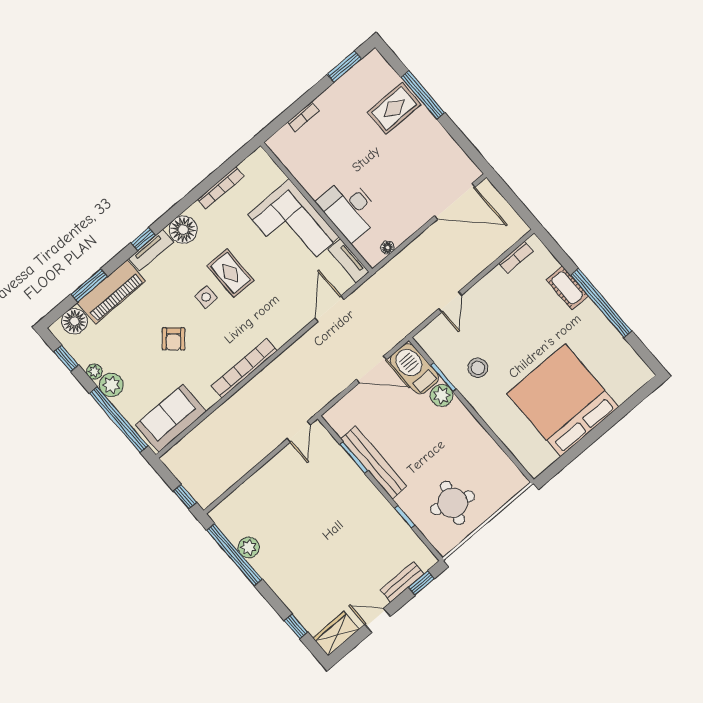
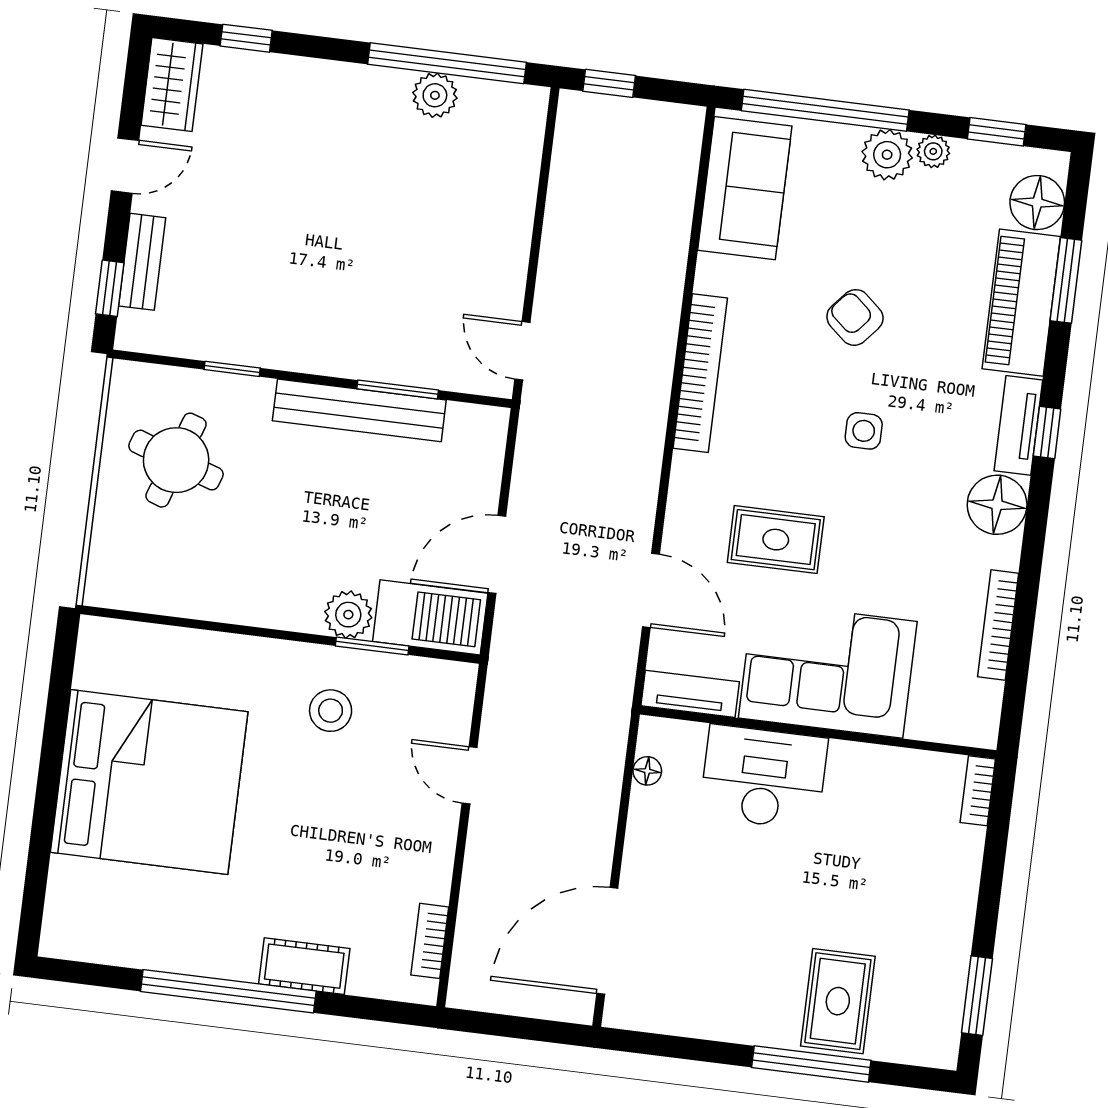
bookcase: (303, 117) -> (978, 791), moved
rug: (230, 273) -> (776, 540), moved

